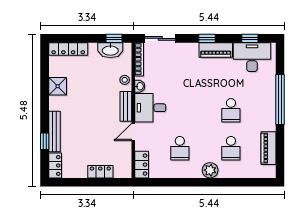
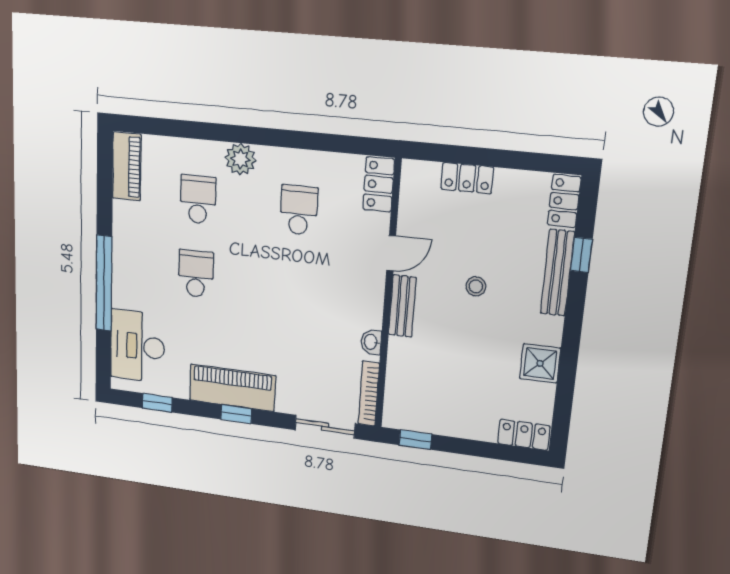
locker: (68, 49) -> (524, 435), width x0.66
washbasin: (110, 50) -> (425, 419), removed
piano: (216, 50) -> (232, 388), width x1.37, depth x1.33
desk: (252, 57) -> (138, 346), moved, turned 90
stool: (125, 80) -> (476, 286), moved
desk: (150, 108) -> (353, 297), removed
piano: (268, 148) -> (127, 166), moved

